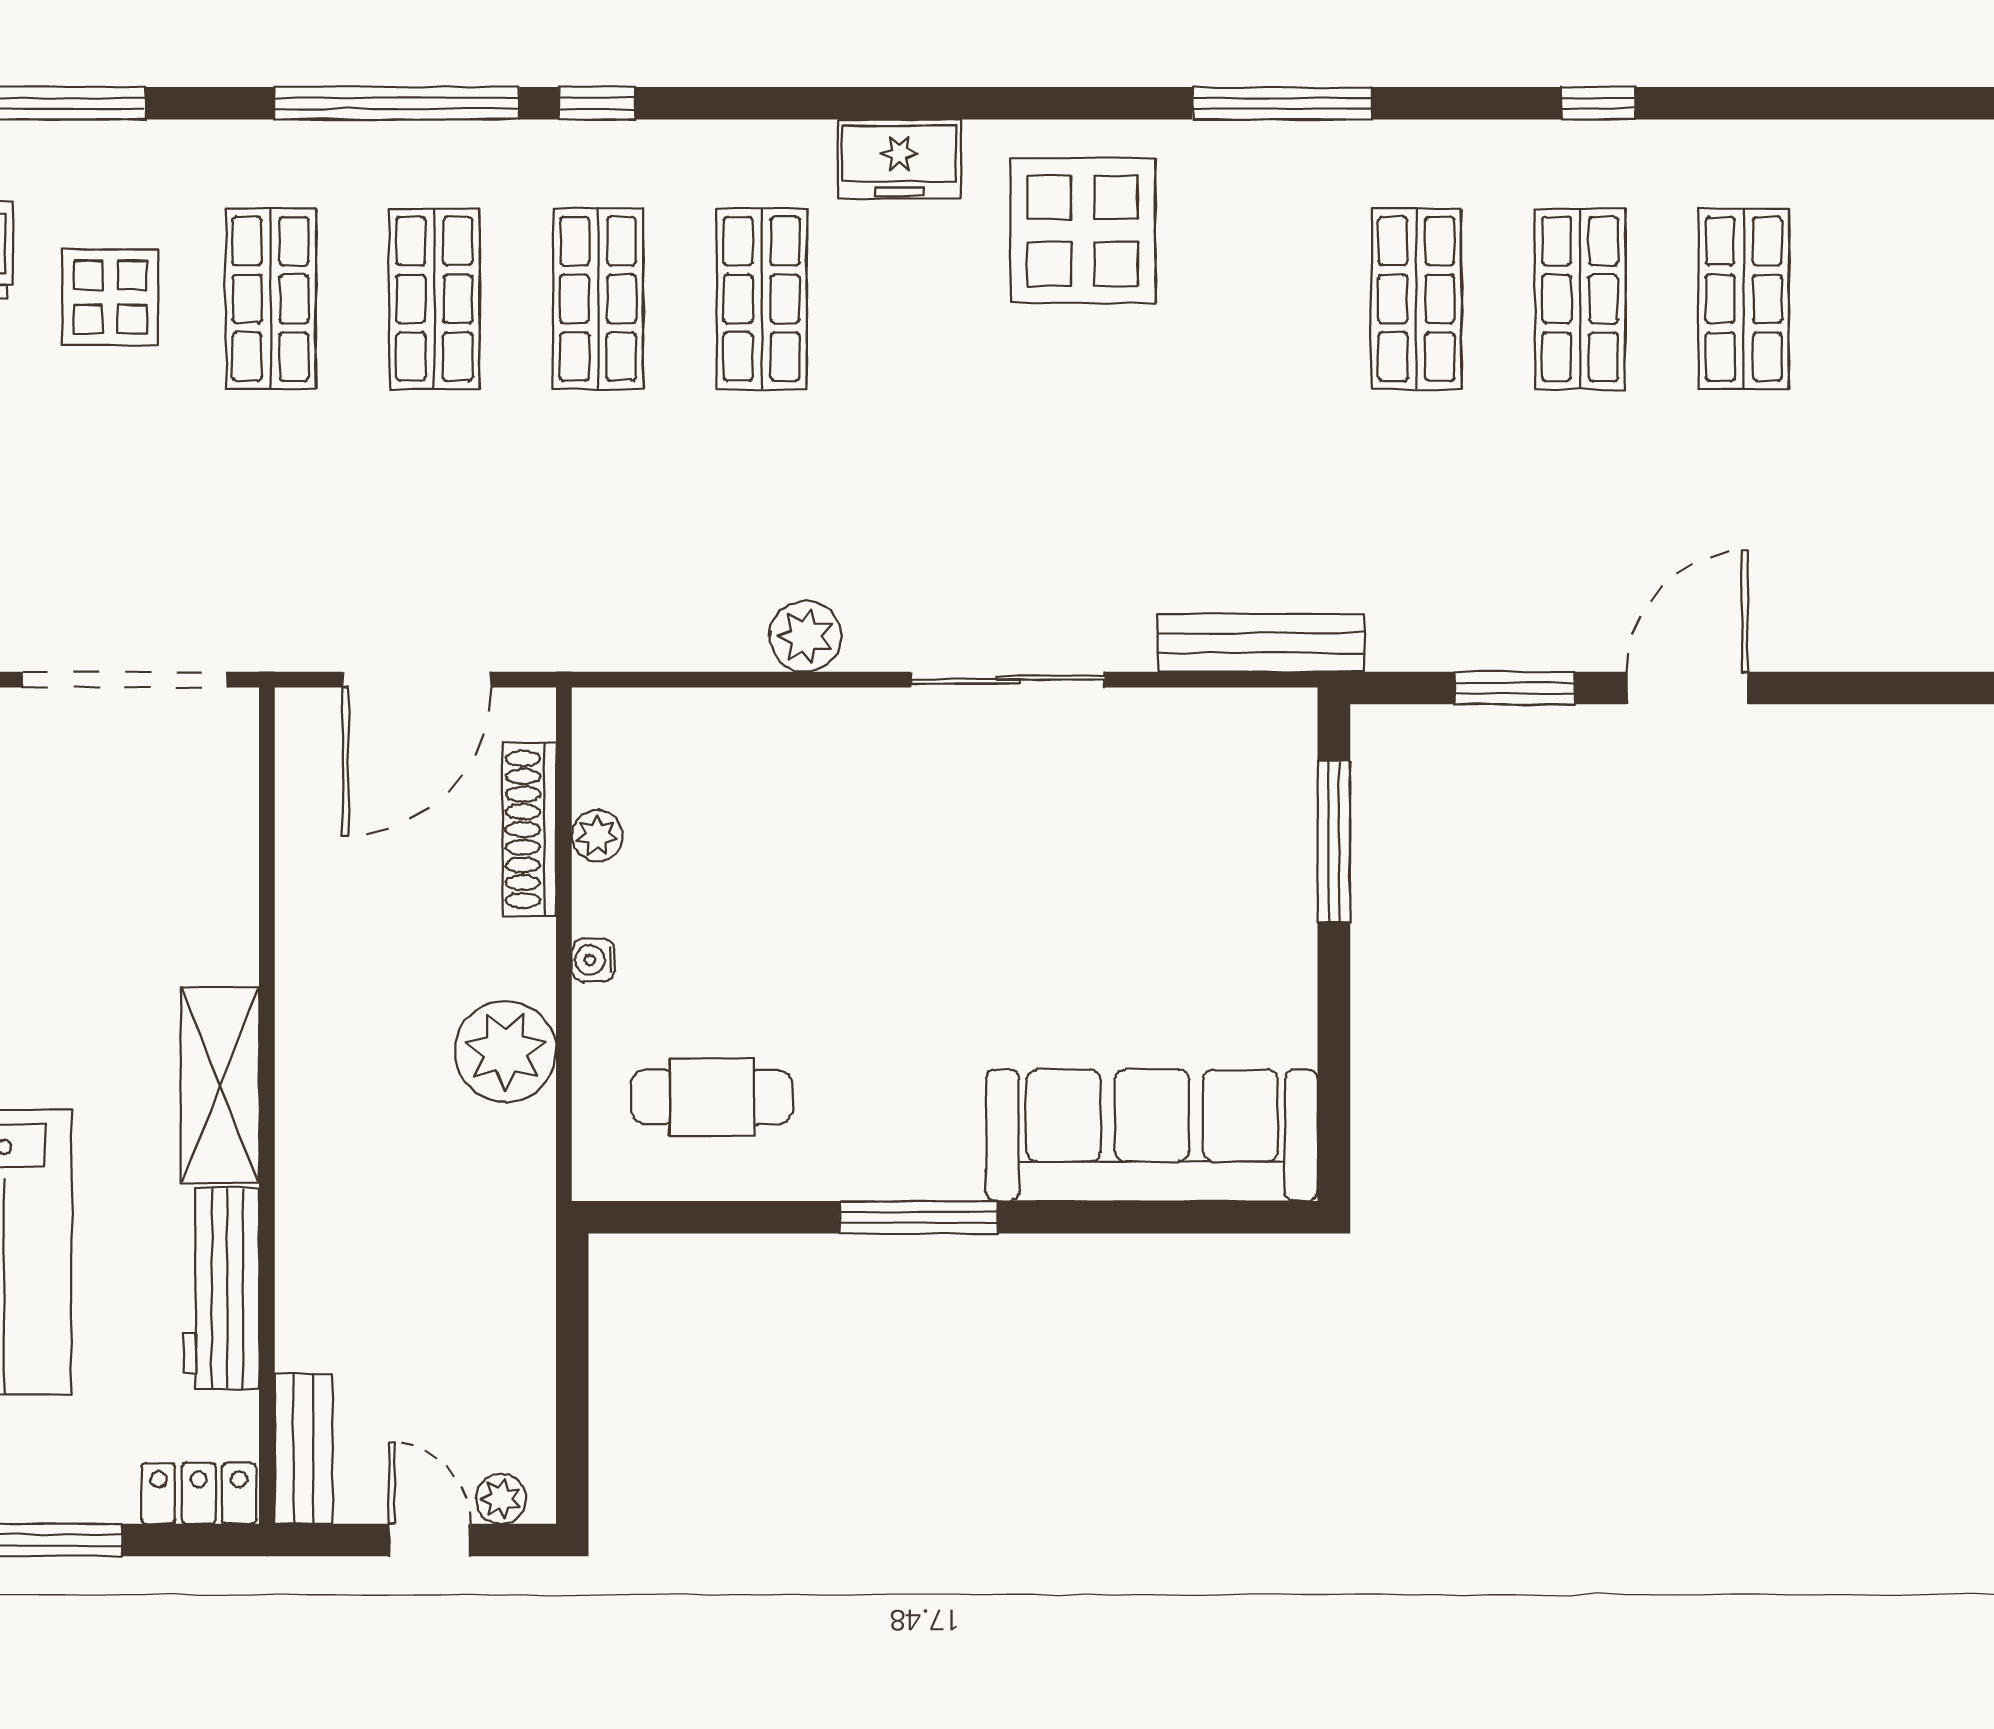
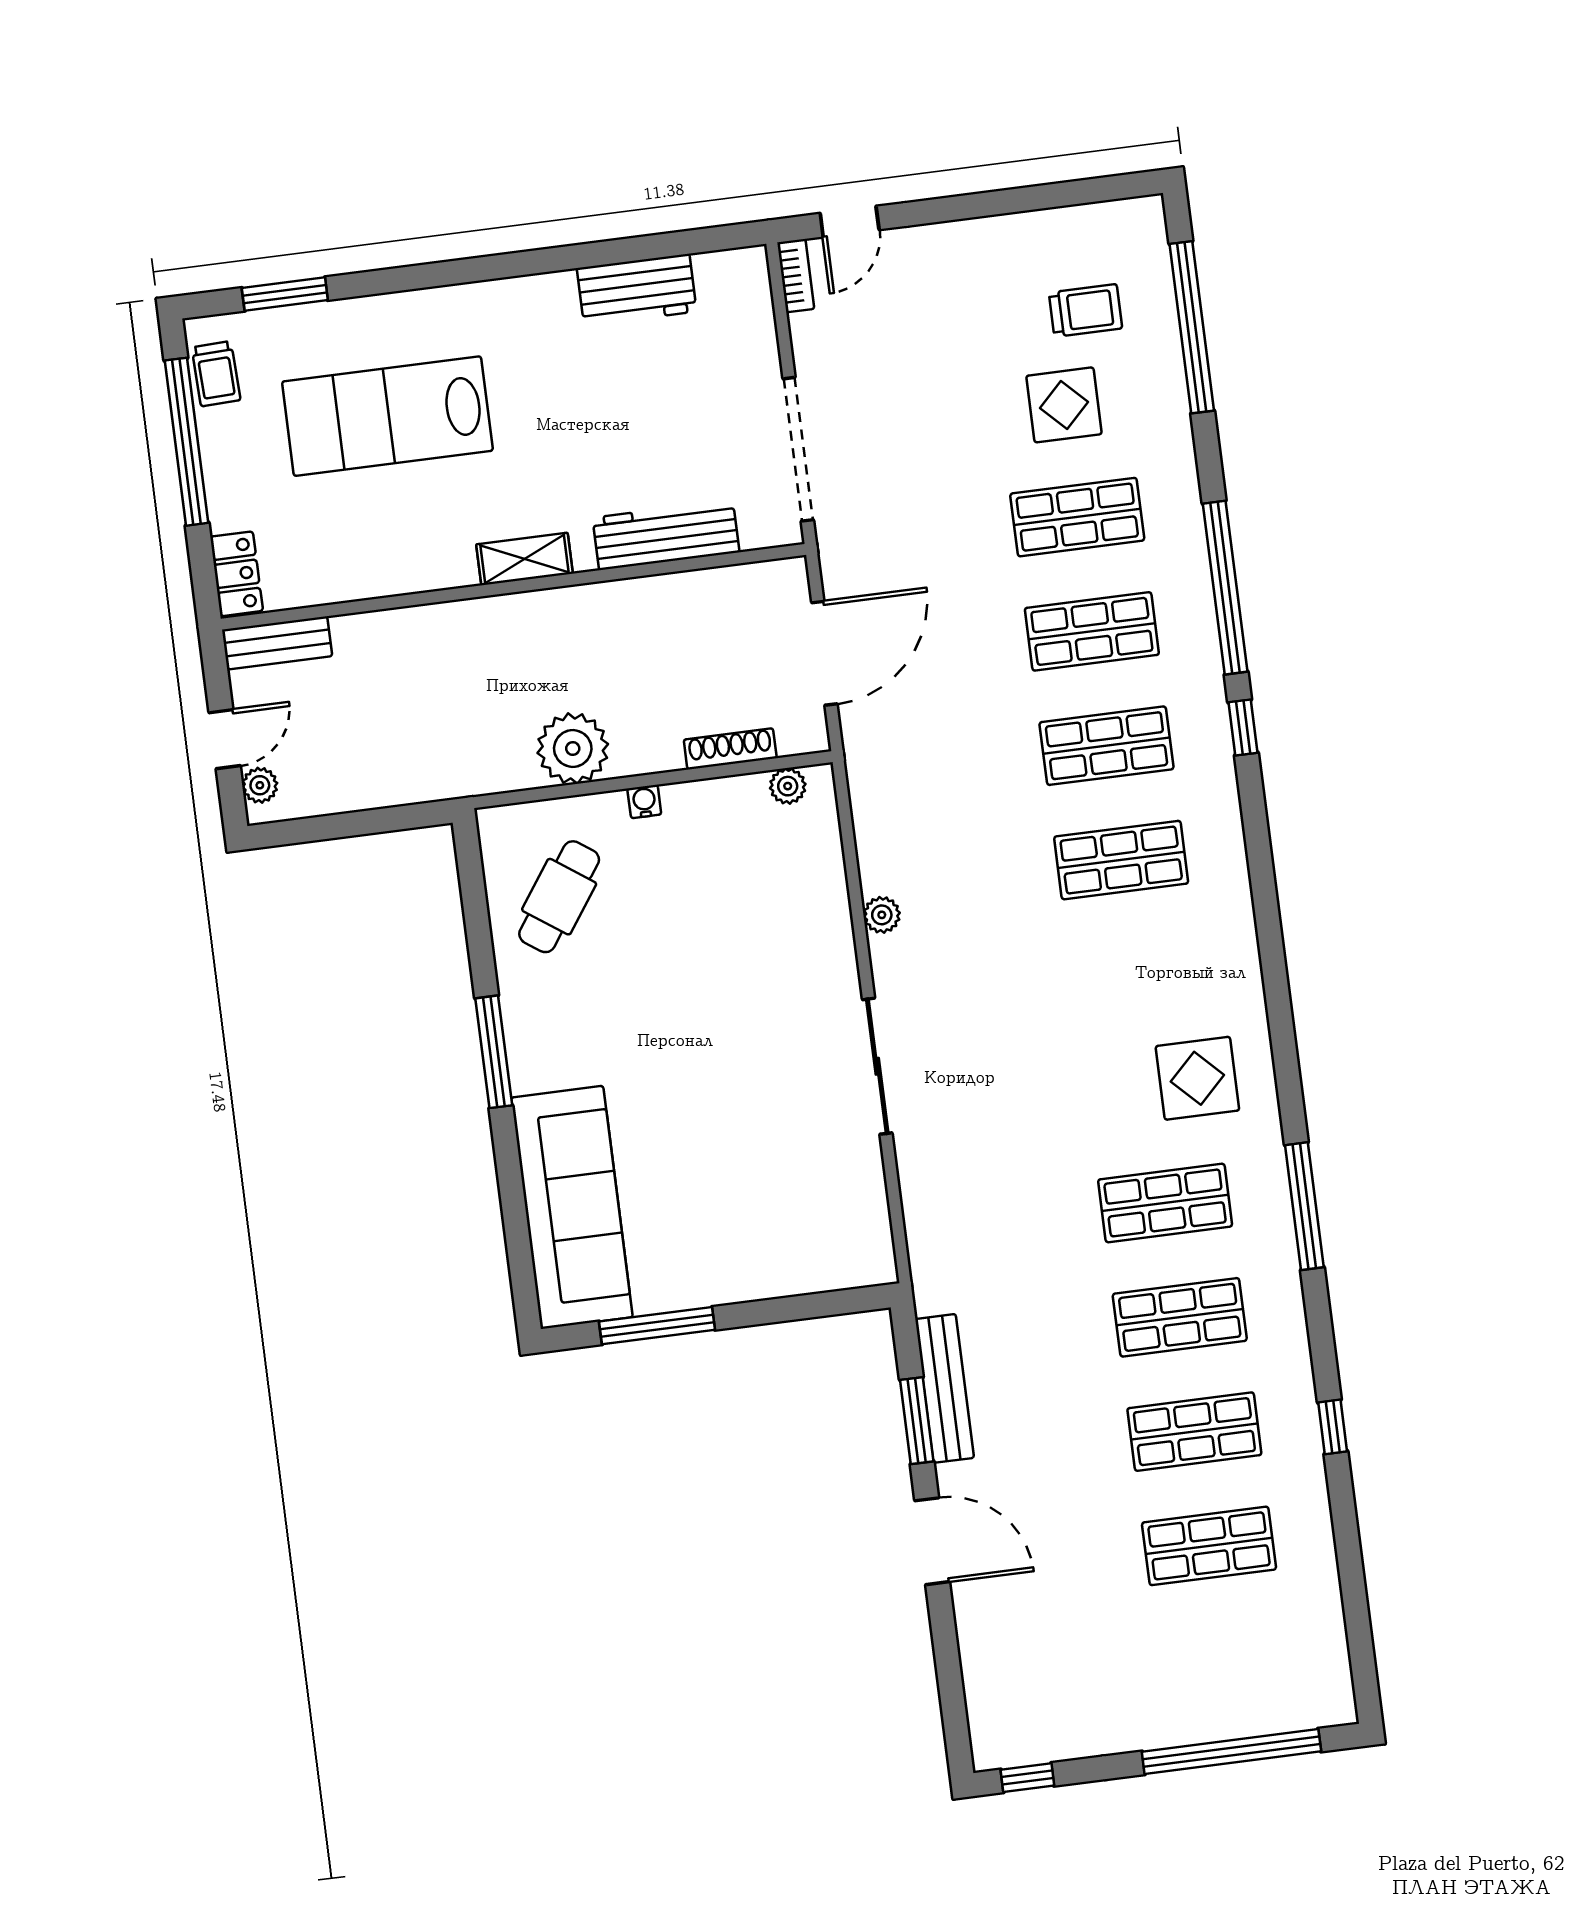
freezer: (899, 159) -> (1231, 944), removed
display table: (1083, 231) -> (1197, 1078), width x0.73, depth x0.73
shop shelf: (1253, 299) -> (1165, 1203), added
plant: (805, 636) -> (882, 915), width x0.73, depth x0.73
bench: (1261, 643) -> (945, 1388), moved
door: (417, 680) -> (824, 653), swing flipped
shoe rack: (529, 830) -> (730, 749), width x0.74, depth x0.81
plant: (597, 836) -> (788, 786), moved
window: (1334, 841) -> (657, 1326), moved
shelving: (220, 1085) -> (524, 559), width x0.67, depth x0.75
cafe table: (712, 1097) -> (559, 897), turned 35
workbench: (222, 1289) -> (666, 535), moved

